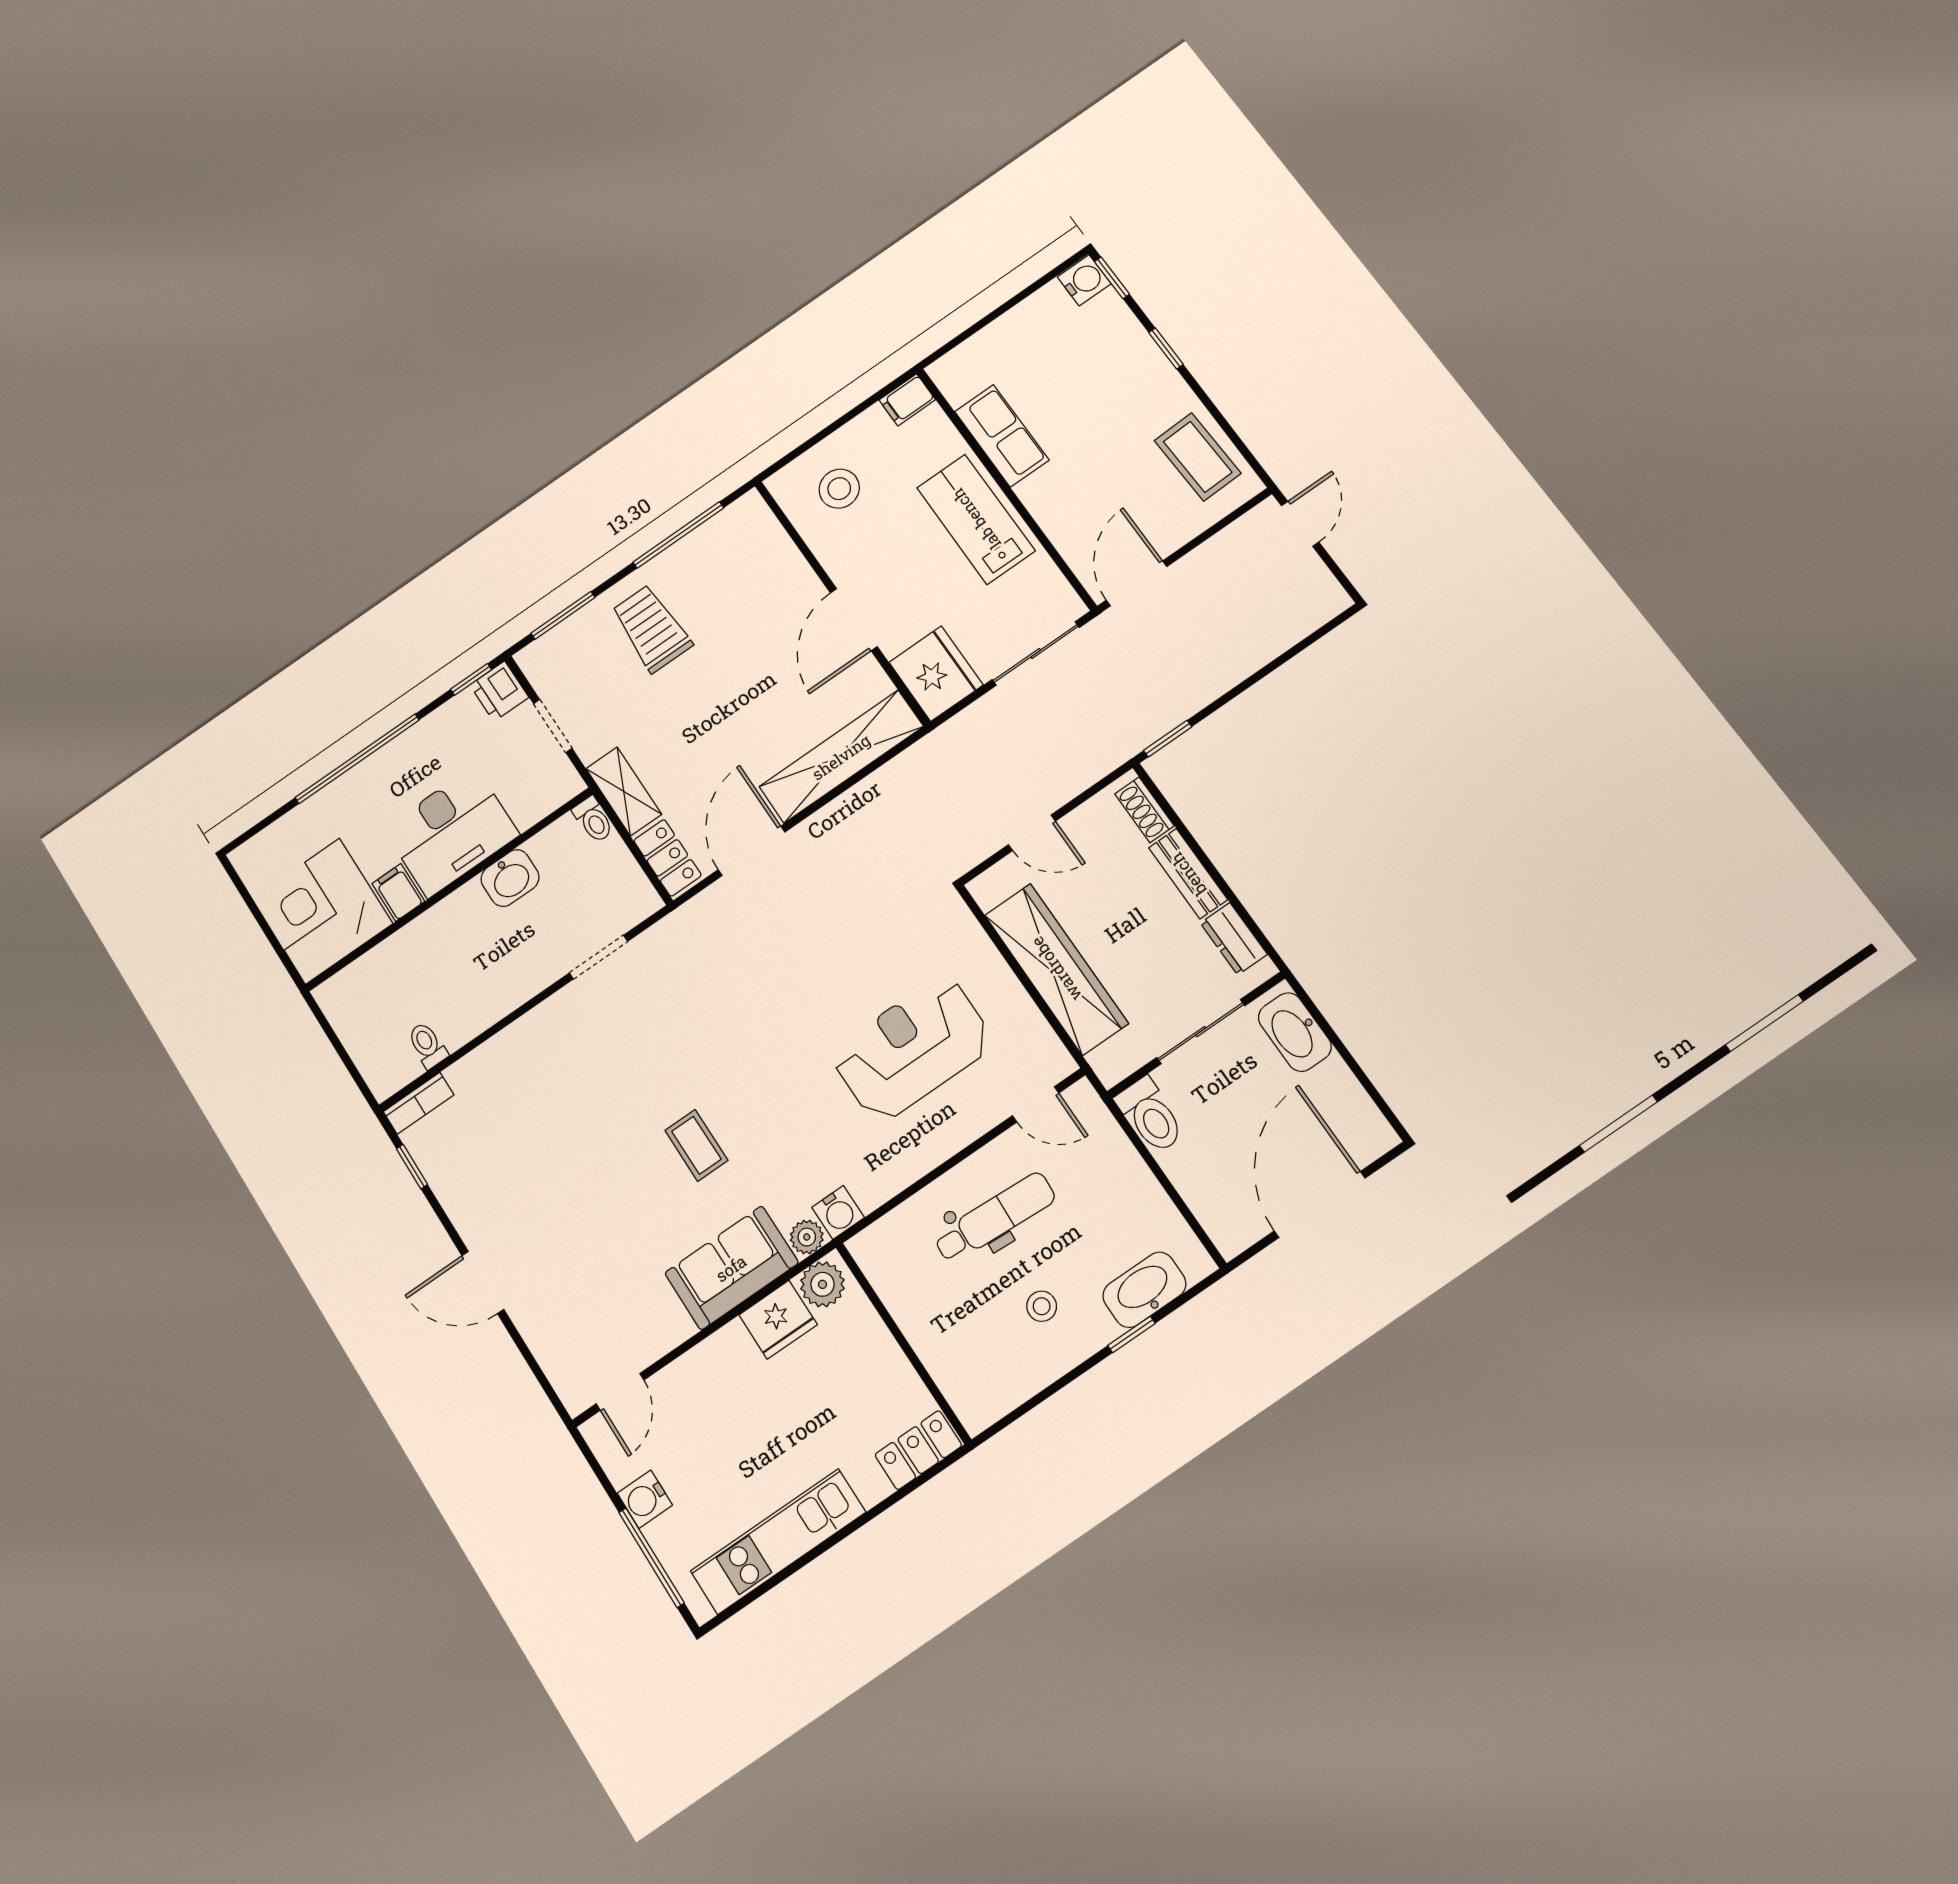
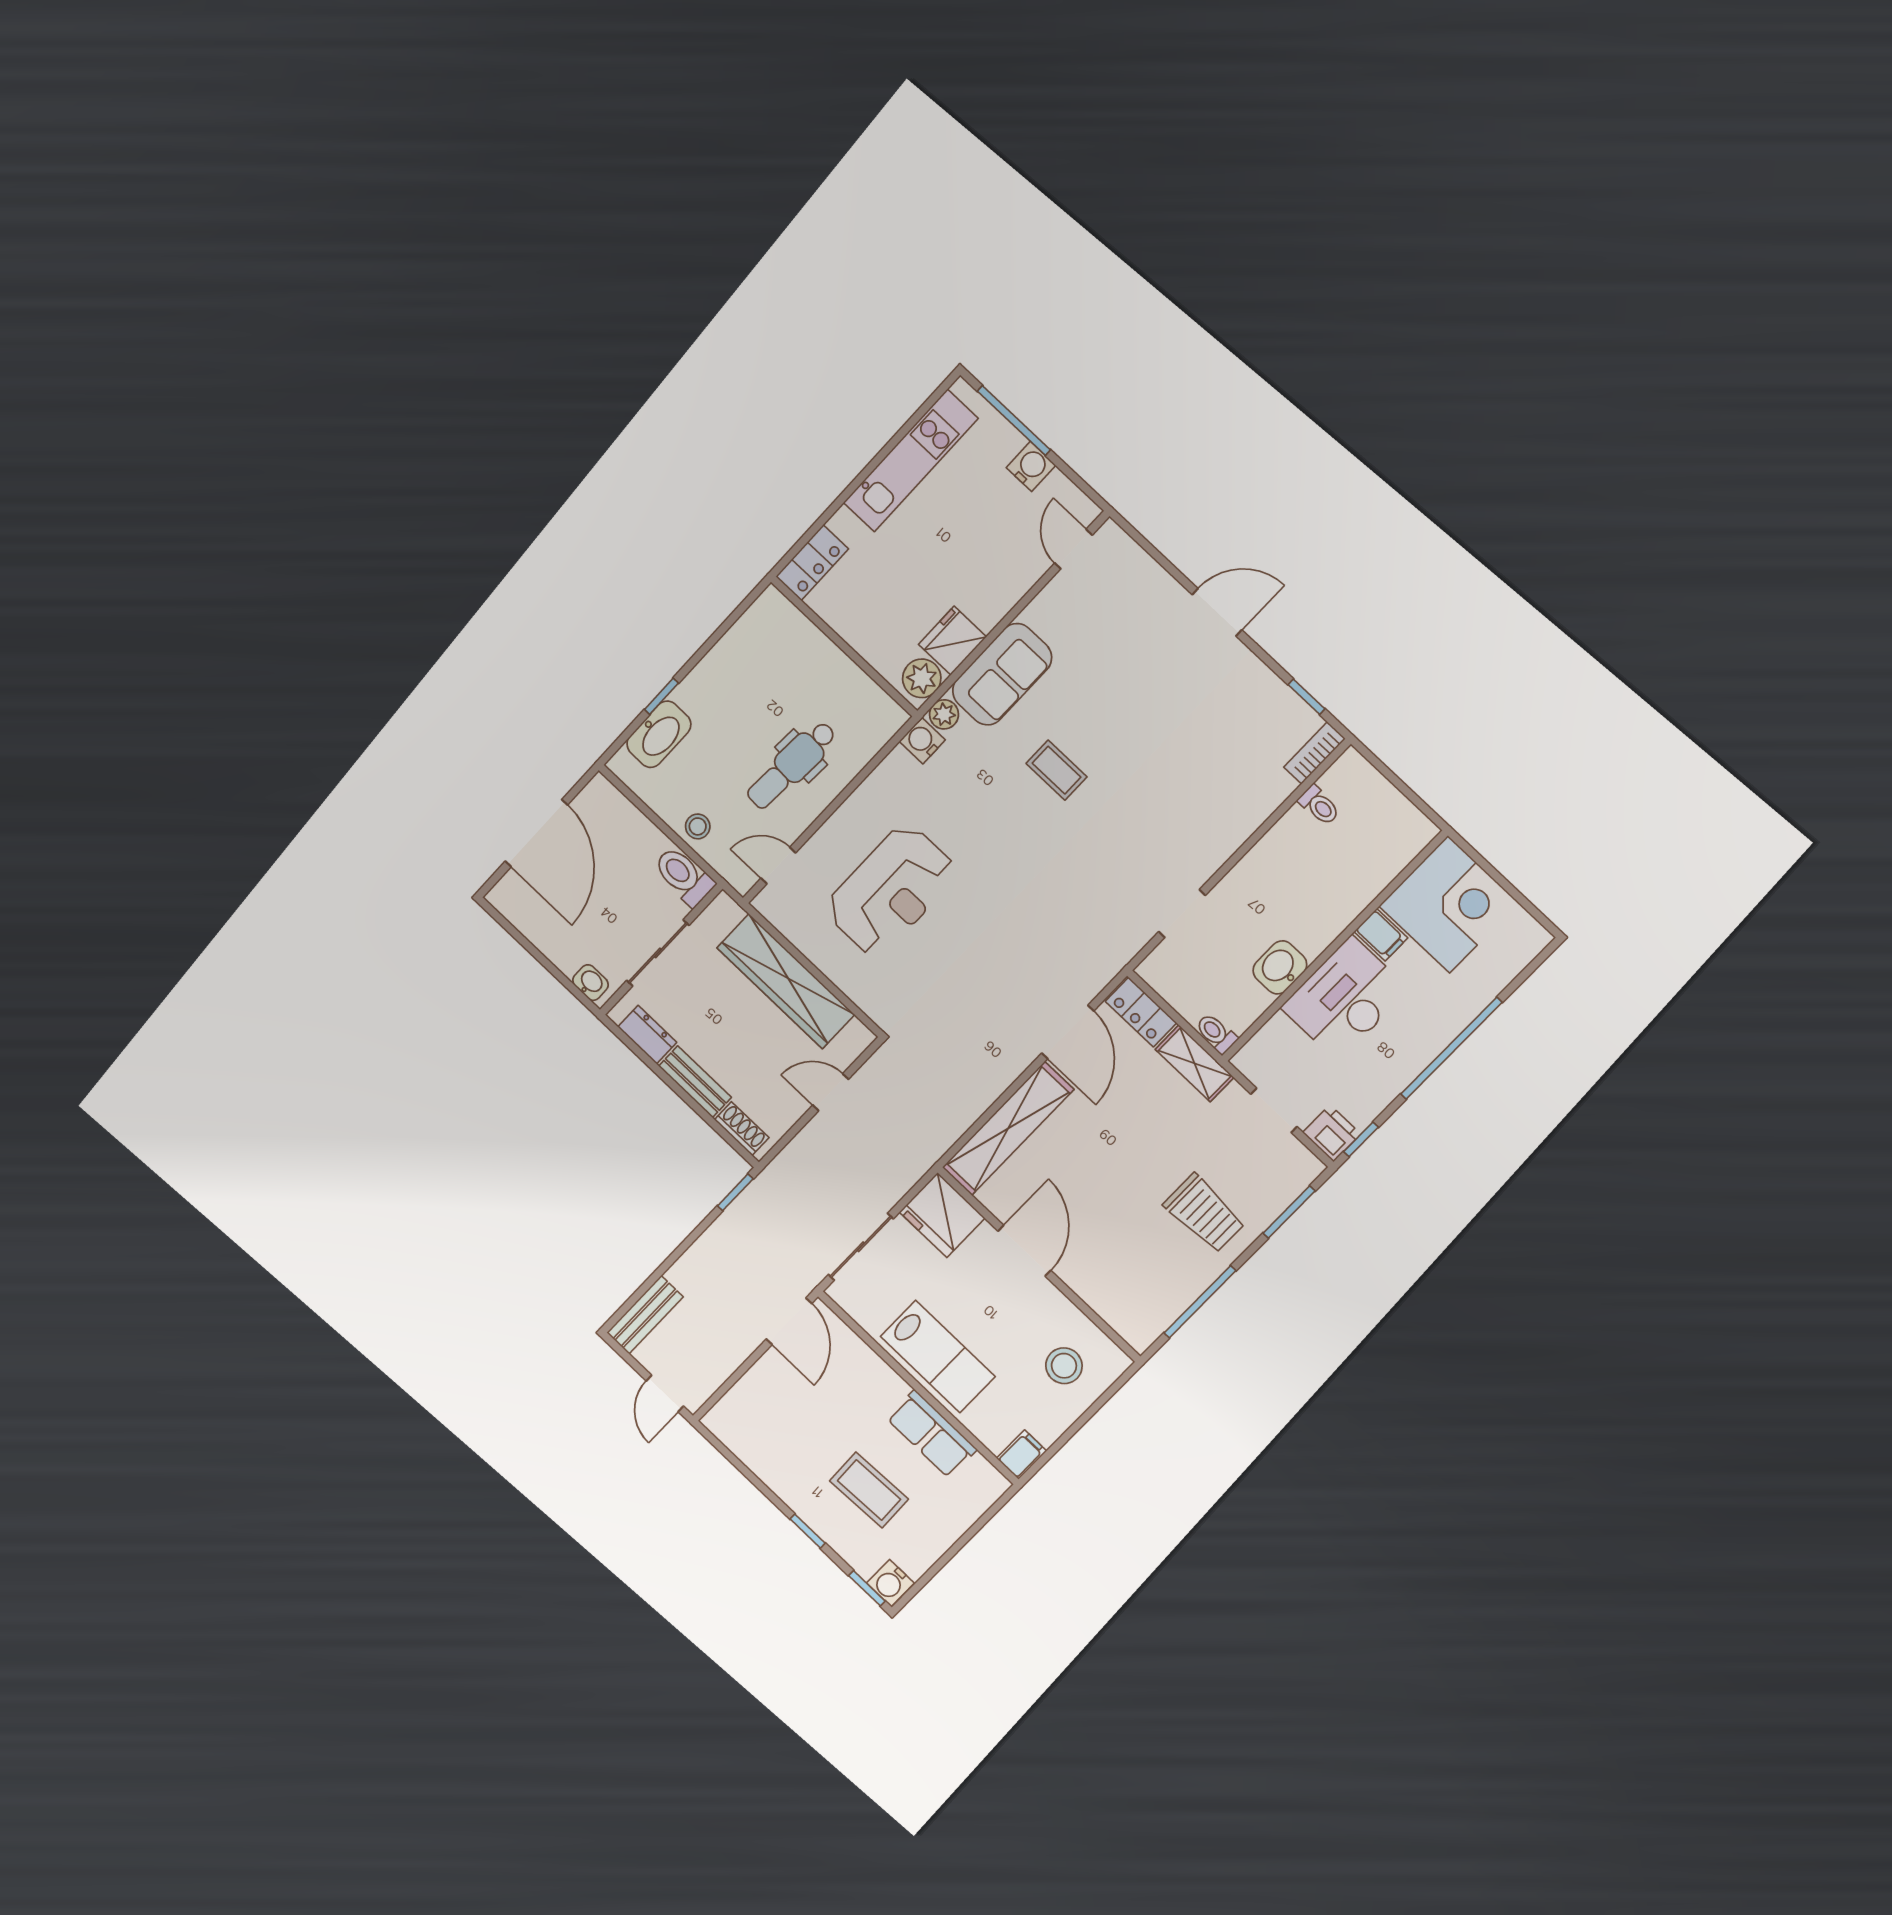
coffee table: (1198, 457) -> (869, 1490), moved
bench: (1305, 617) -> (645, 1315), added
washbasin: (1295, 1032) -> (590, 983), width x0.52, depth x0.69
stool: (1042, 1306) -> (698, 826), moved

